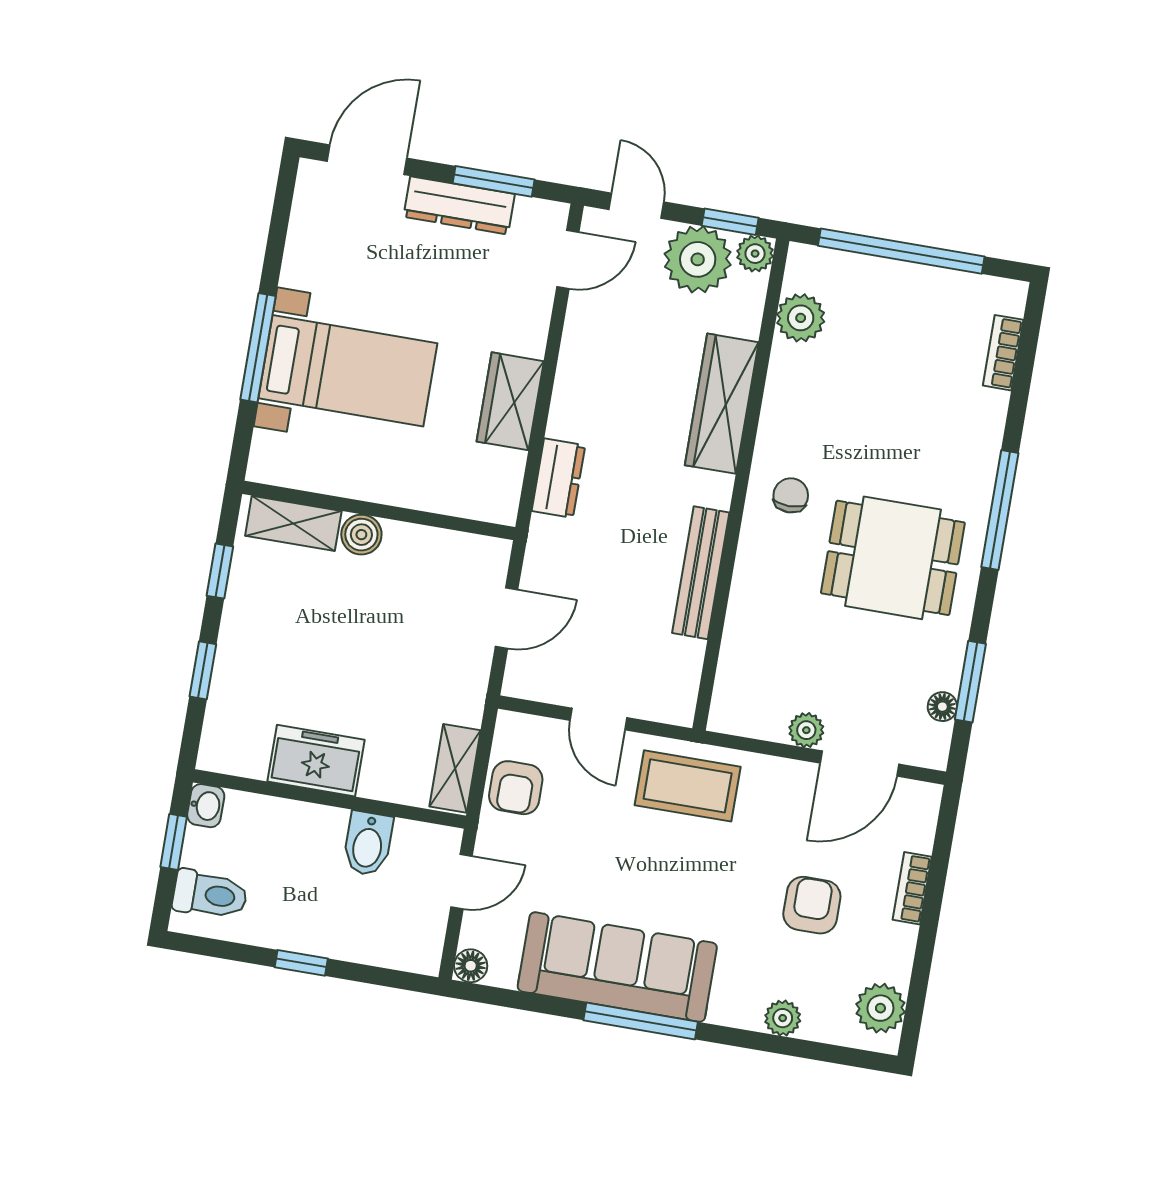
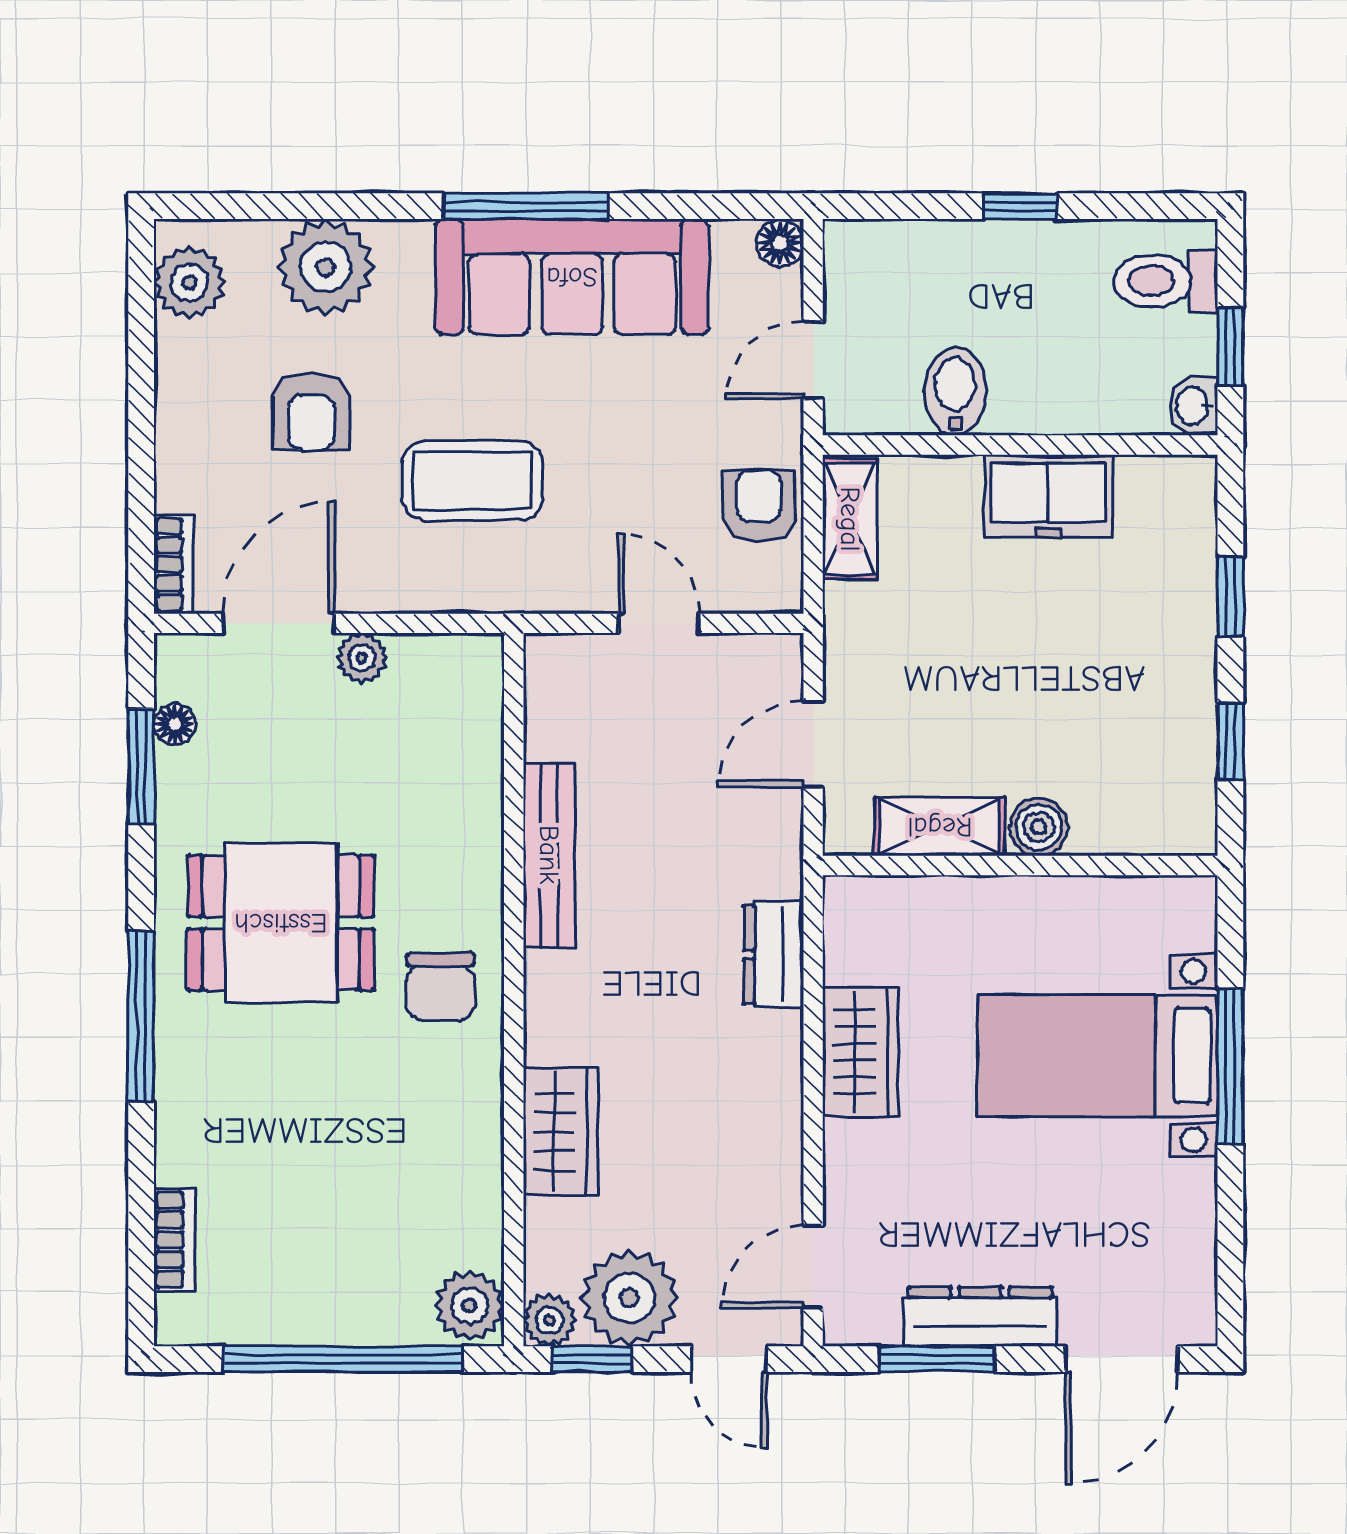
plant: (801, 318) -> (469, 1306), moved
wardrobe: (722, 404) -> (560, 1132), width x0.67
chair: (791, 495) -> (441, 986), width x1.37, depth x1.37
shelving: (293, 523) -> (940, 827), moved
coffee table: (688, 786) -> (472, 481), moved
bookcase: (912, 888) -> (174, 564), moved
plant: (783, 1018) -> (325, 267), width x1.88, depth x1.88

